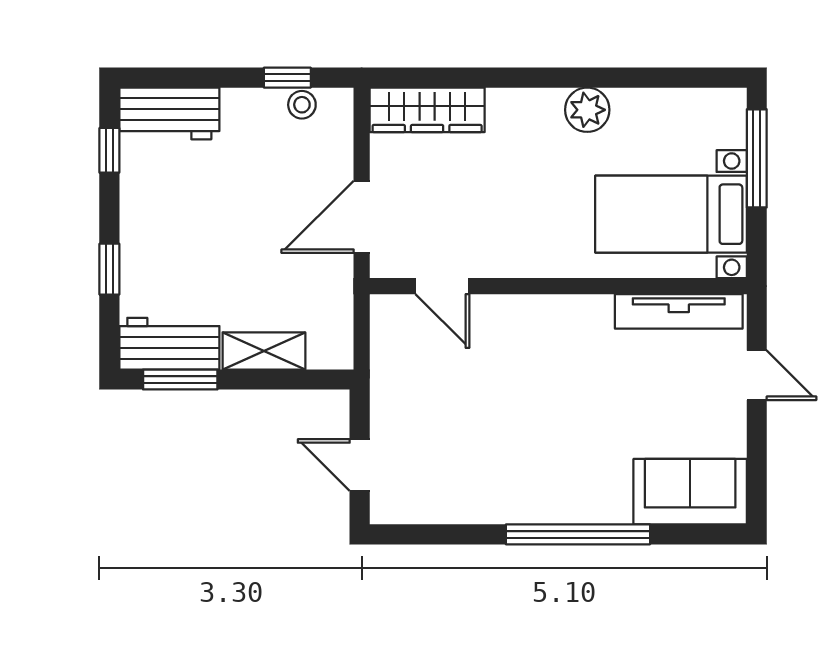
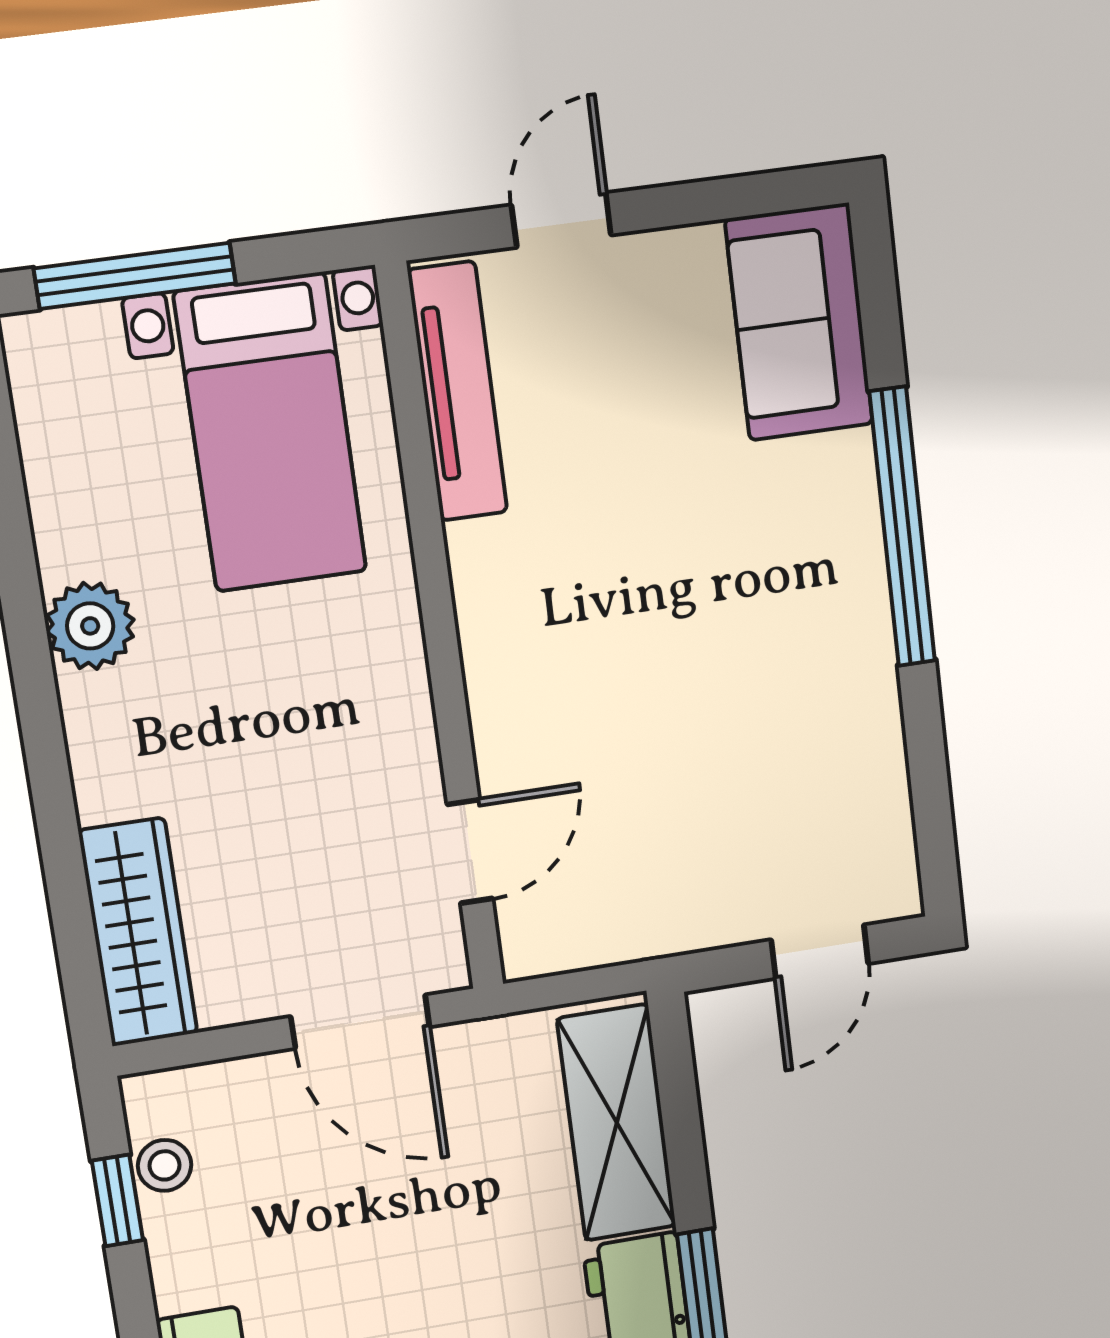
shelving: (264, 351) -> (617, 1123), width x1.50, depth x1.33

